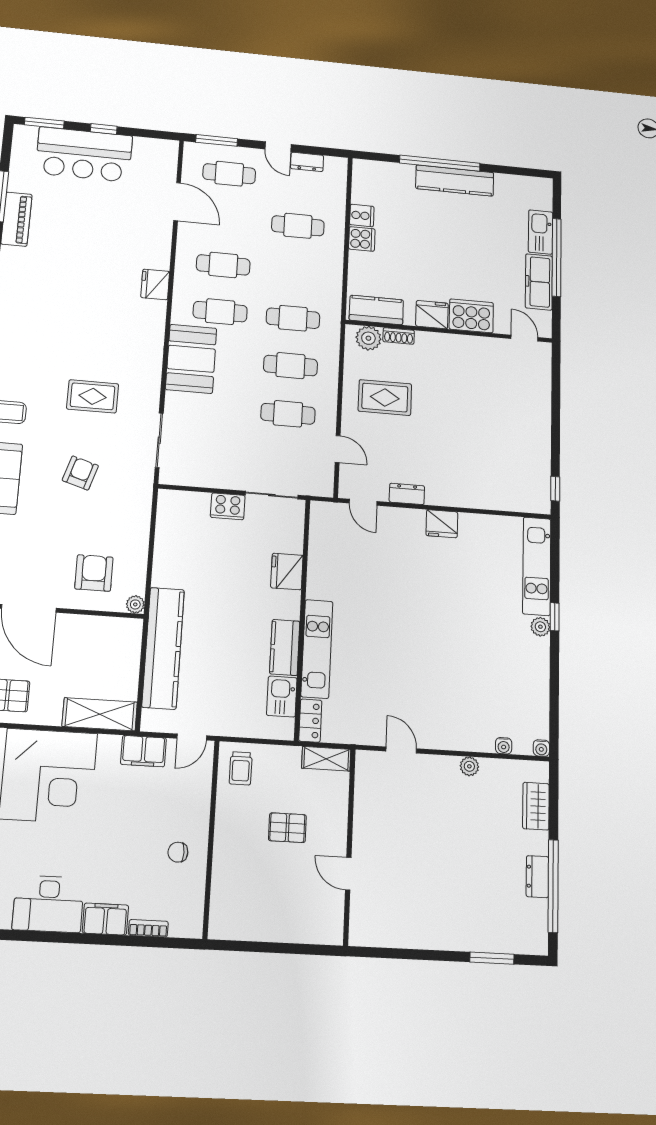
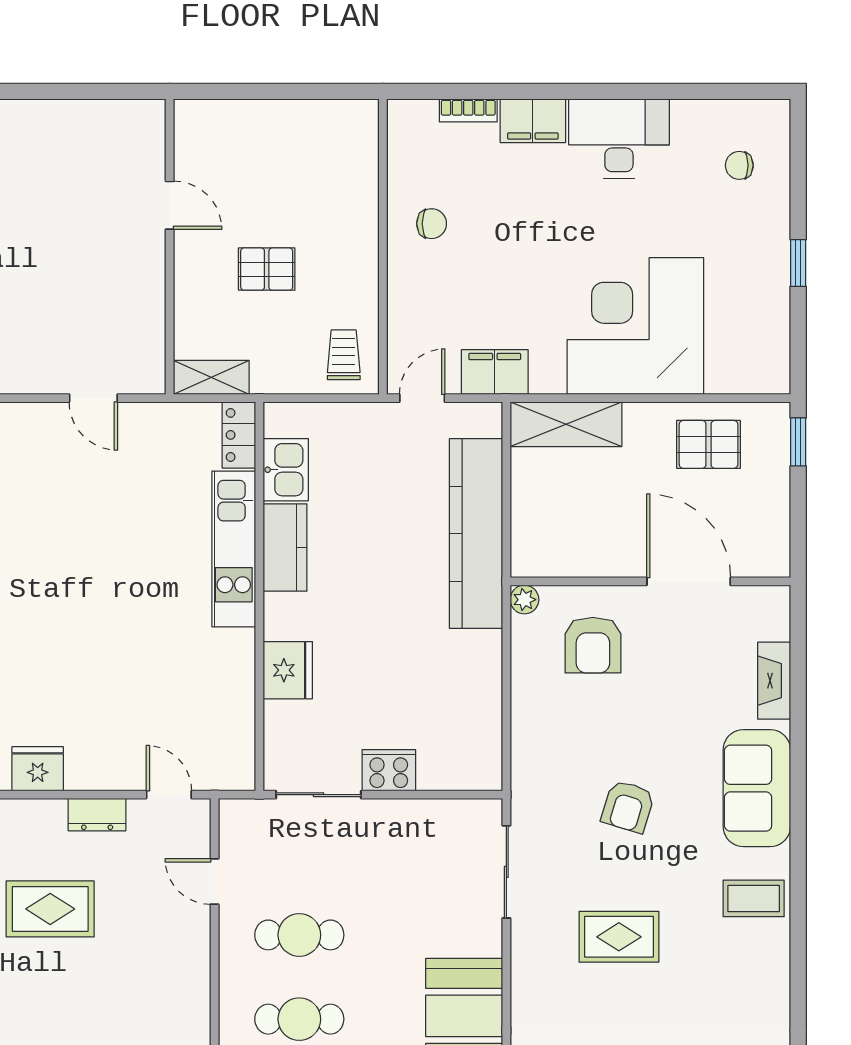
rug: (385, 398) -> (50, 909), moved

